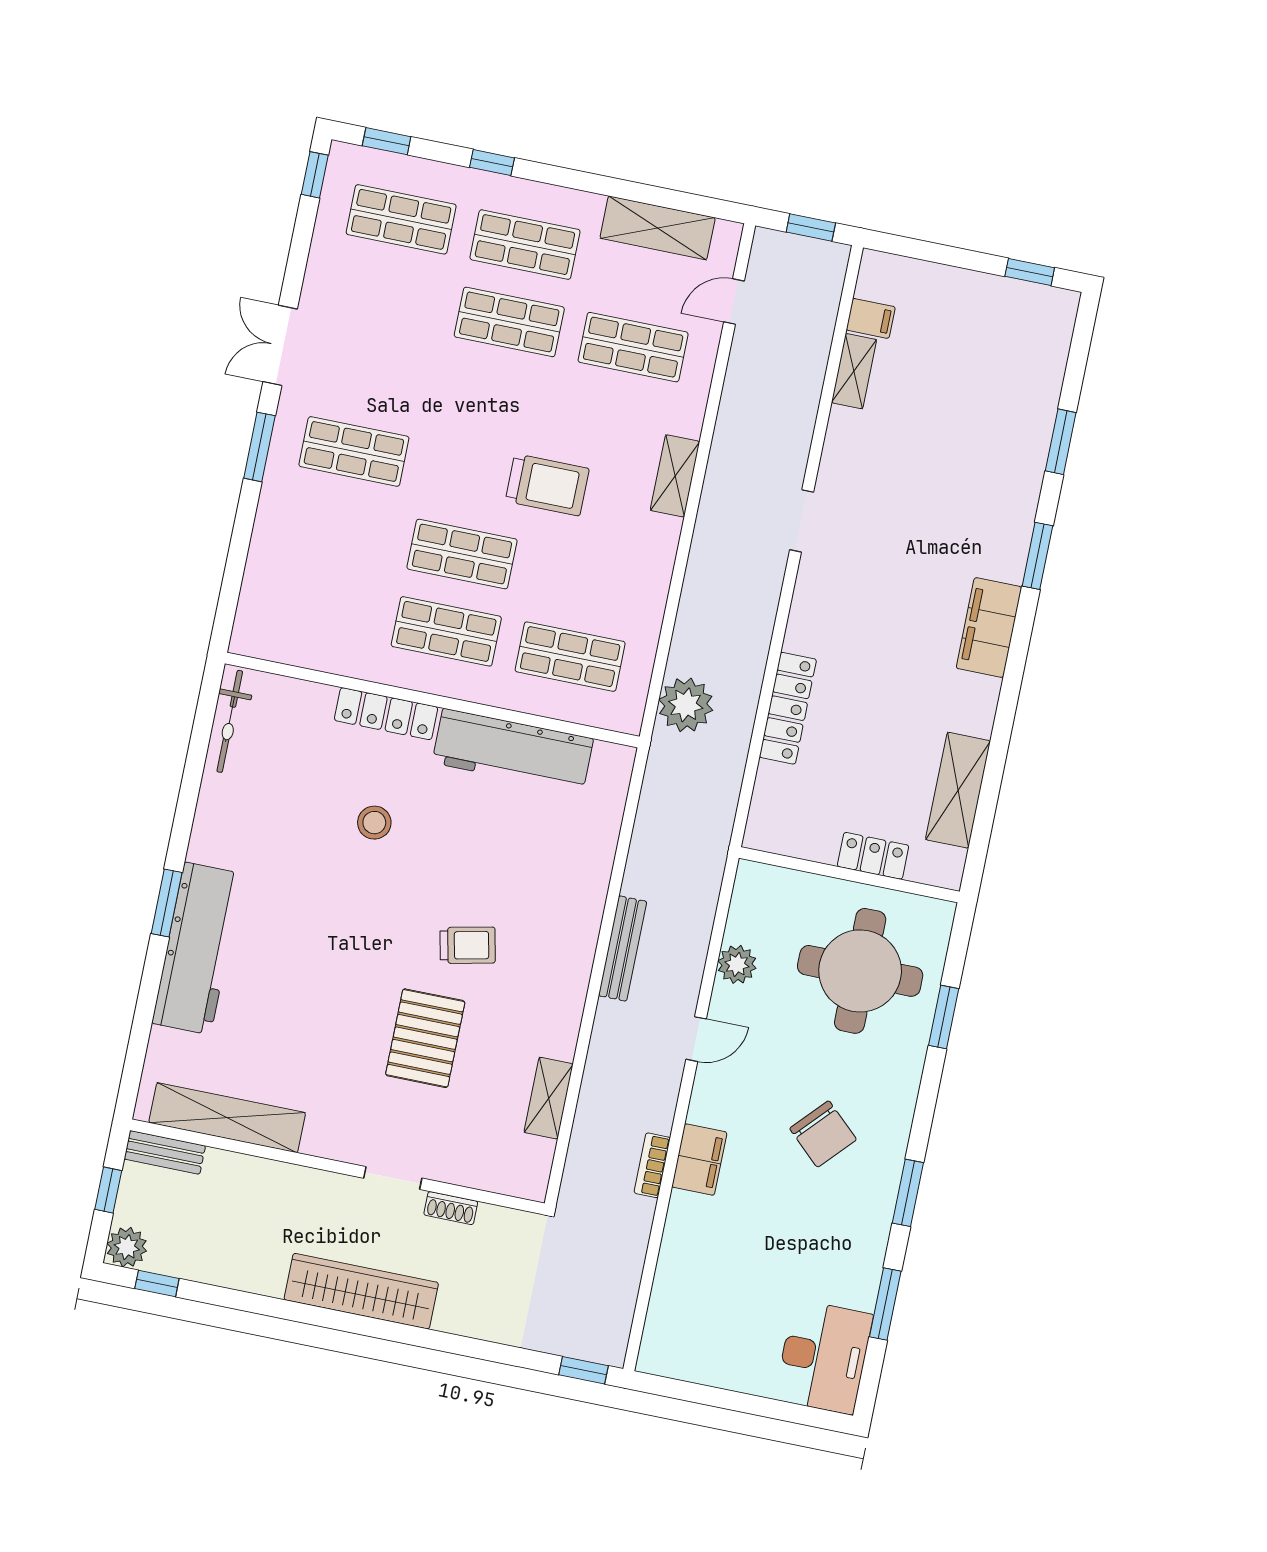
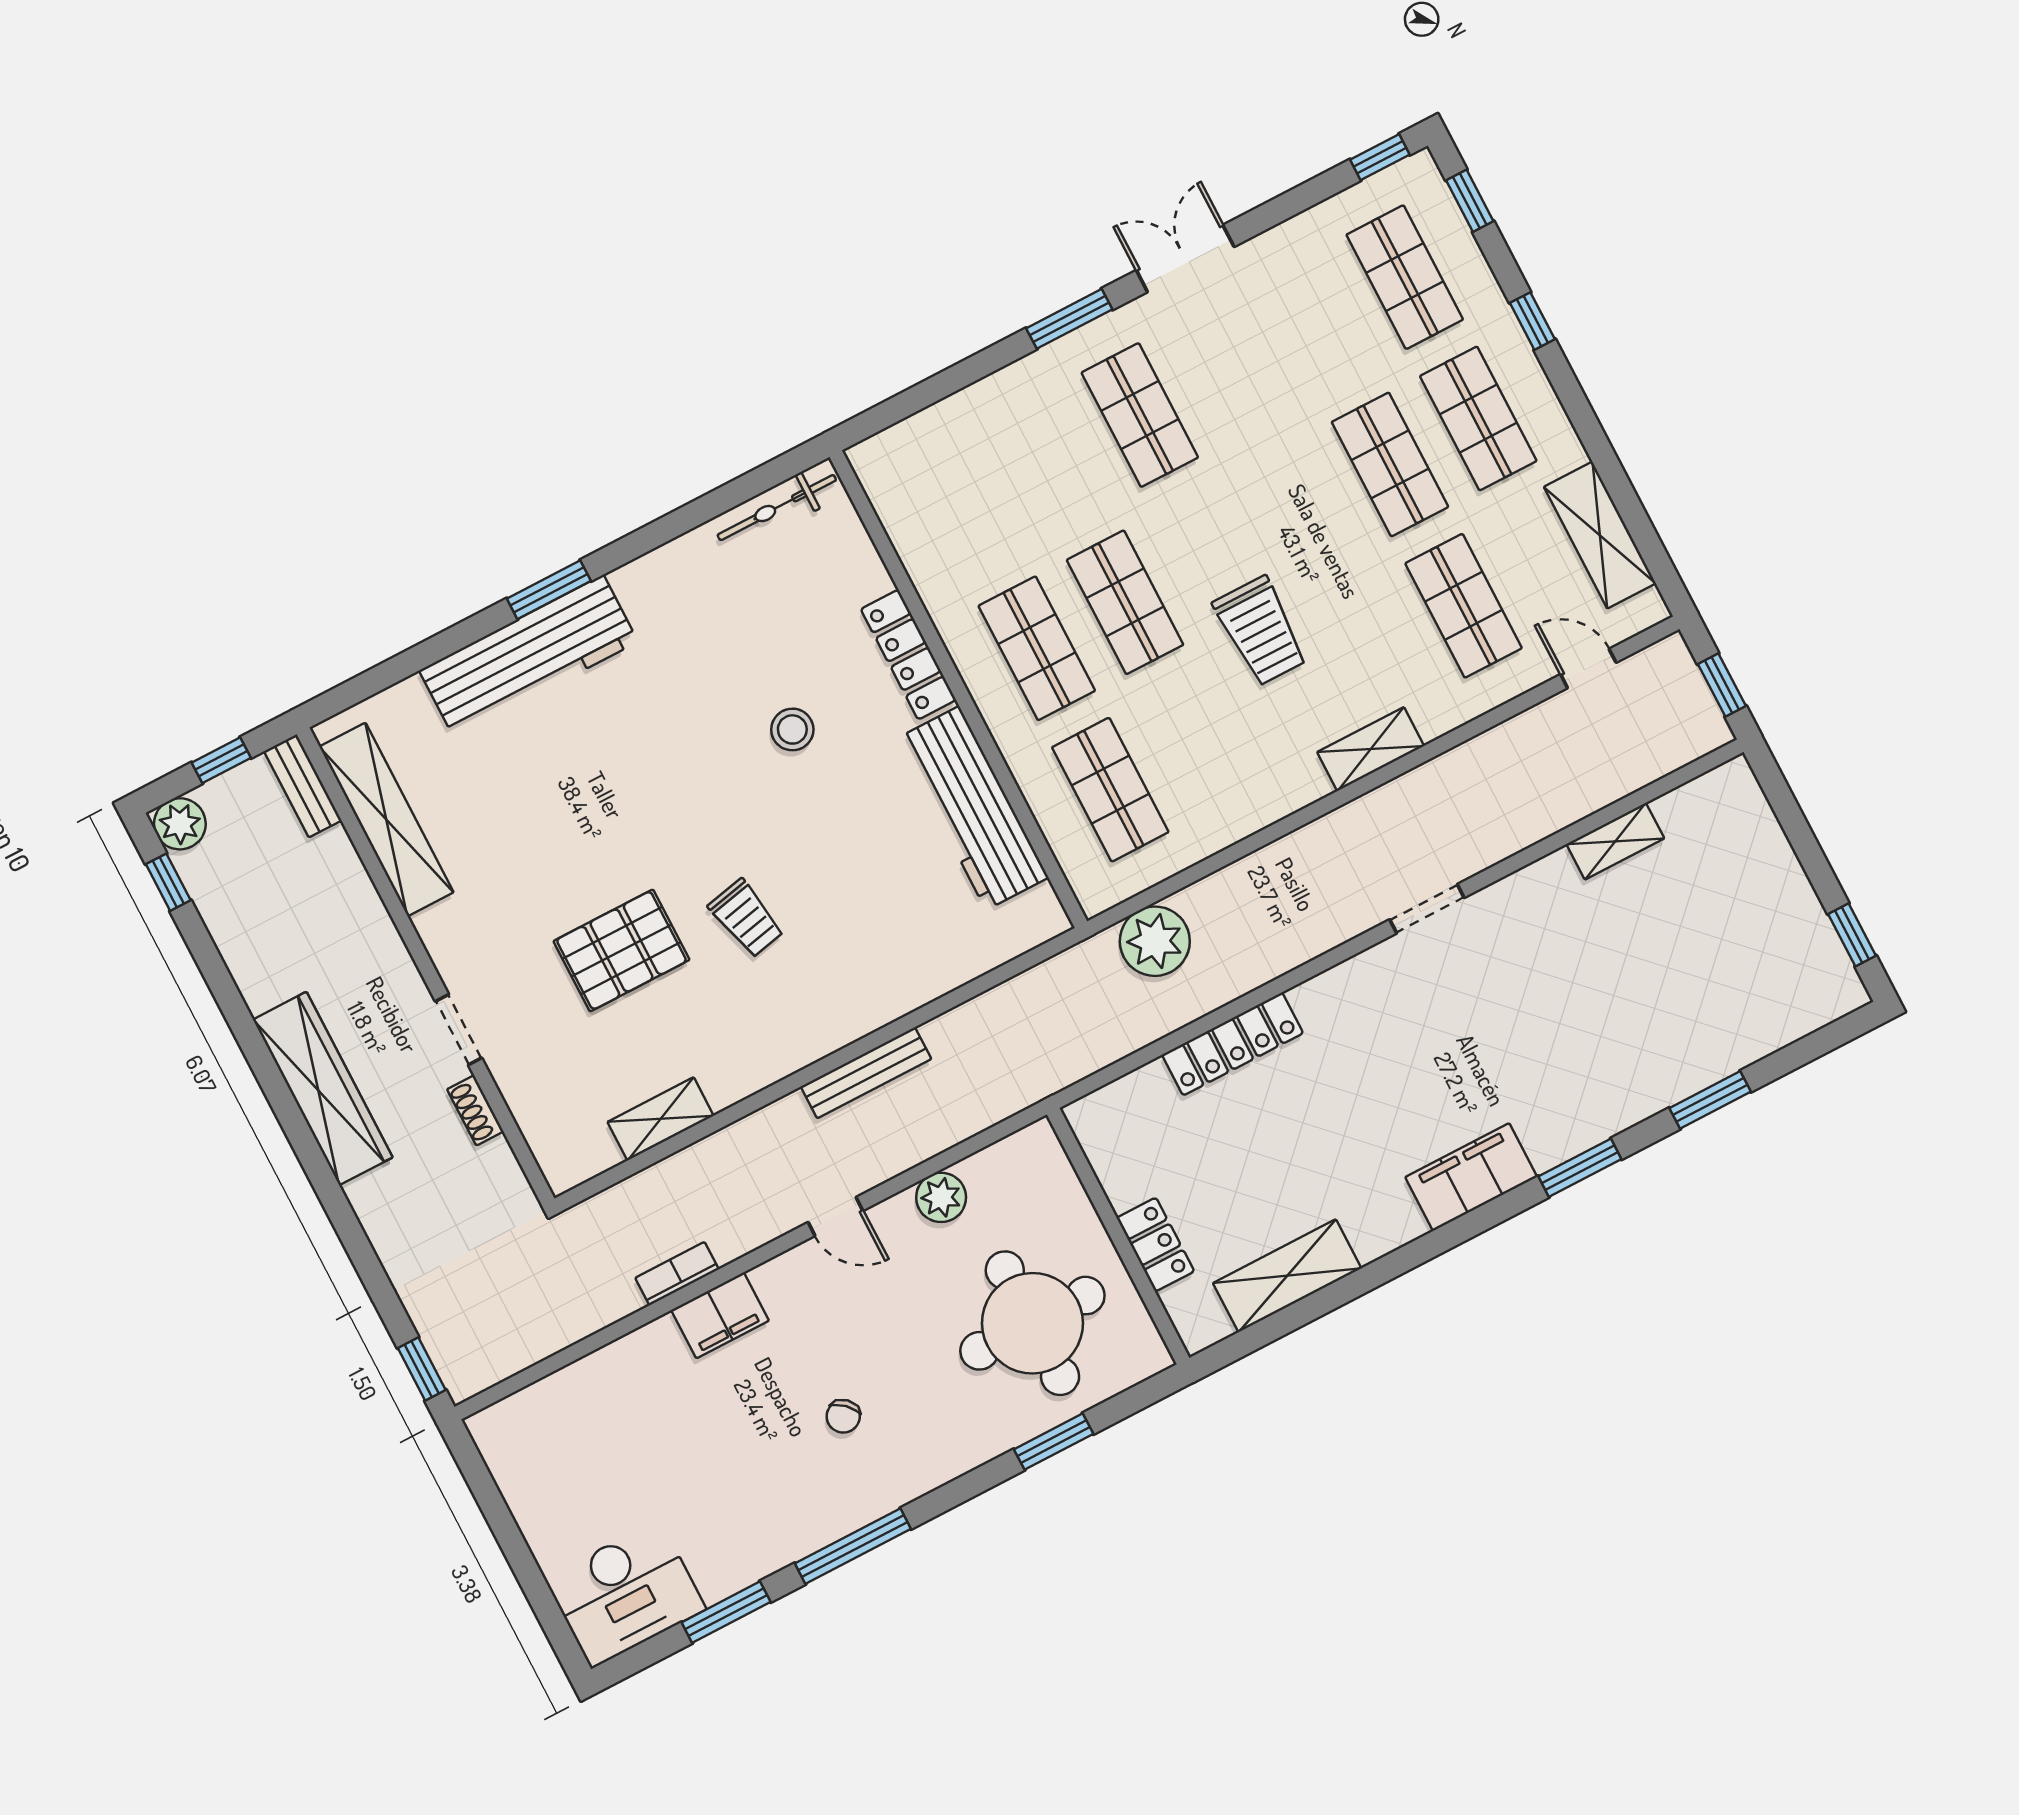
filing cabinet: (871, 318) -> (1680, 816), removed
chair: (823, 1134) -> (843, 1416), width x0.54, depth x0.54
window: (908, 1193) -> (853, 1546), width x1.44

